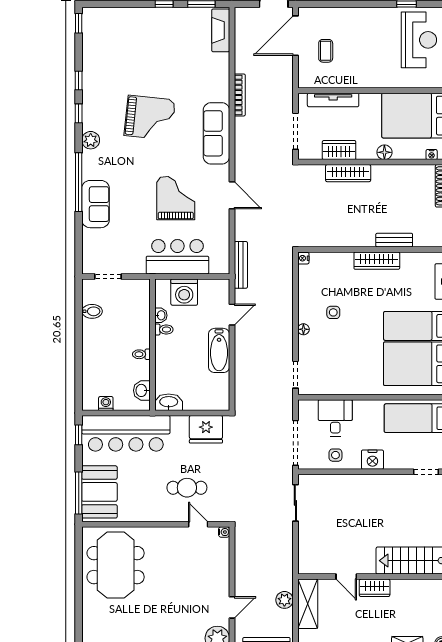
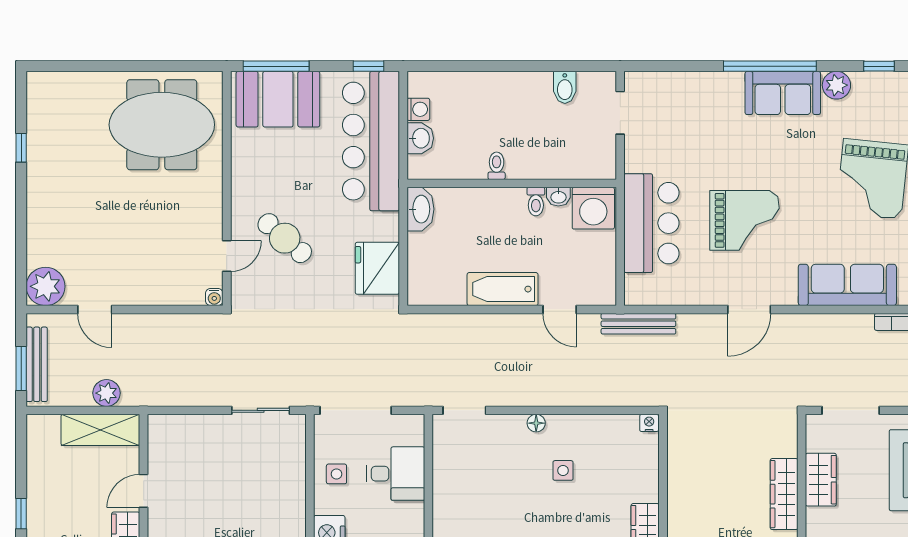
sofa: (96, 204) -> (783, 93), moved
washing machine: (184, 292) -> (593, 208), moved, turned -90
washbasin: (142, 390) -> (420, 138), moved, turned 90
cafe table: (187, 488) -> (285, 238), turned -49

